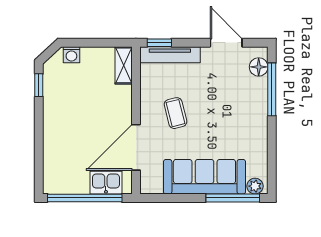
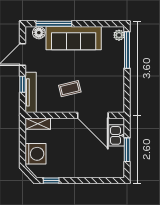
window: (159, 43) -> (22, 84), moved
washing machine: (71, 55) -> (35, 154), width x1.89, depth x1.89
sofa: (204, 177) -> (74, 38), moved, turned -90
window: (85, 198) -> (127, 150), width x0.47

